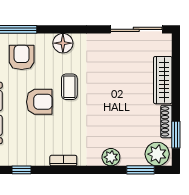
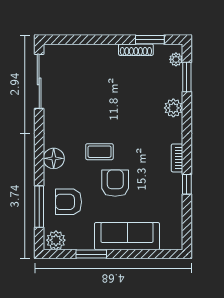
wardrobe: (163, 80) -> (92, 53), removed
plant: (157, 154) -> (176, 59), width x0.53, depth x0.53
window: (21, 170) -> (187, 184), moved

